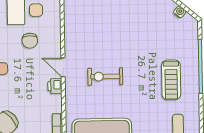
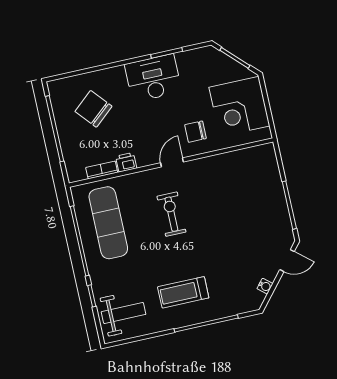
chair: (30, 41) -> (195, 132), moved
printer: (55, 86) -> (126, 162), moved

